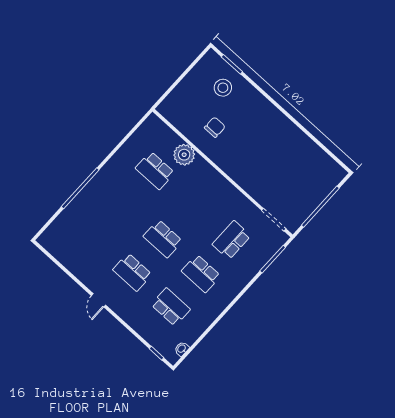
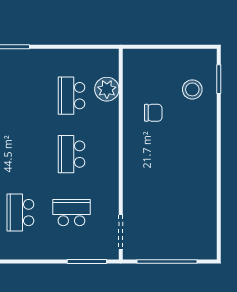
plant: (184, 155) -> (107, 89), moved
school desk: (163, 239) -> (71, 154), moved

